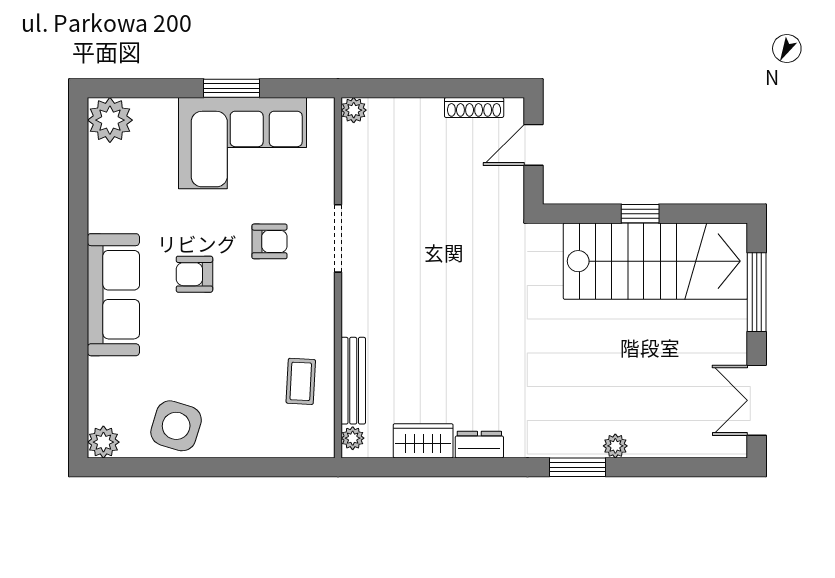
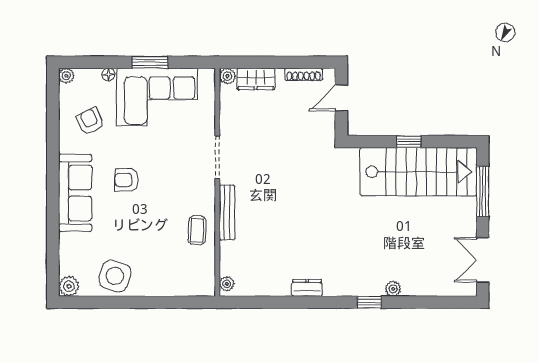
floor lamp: (166, 108) -> (108, 75), added
plant: (110, 120) -> (66, 76), width x0.53, depth x0.53
armchair: (269, 241) -> (90, 121), moved, turned -115
coffee table: (301, 381) -> (197, 230), moved
bench: (353, 381) -> (227, 213), moved
wardrobe: (423, 441) -> (256, 79), moved, turned 180
window: (578, 467) -> (369, 302), width x0.67

